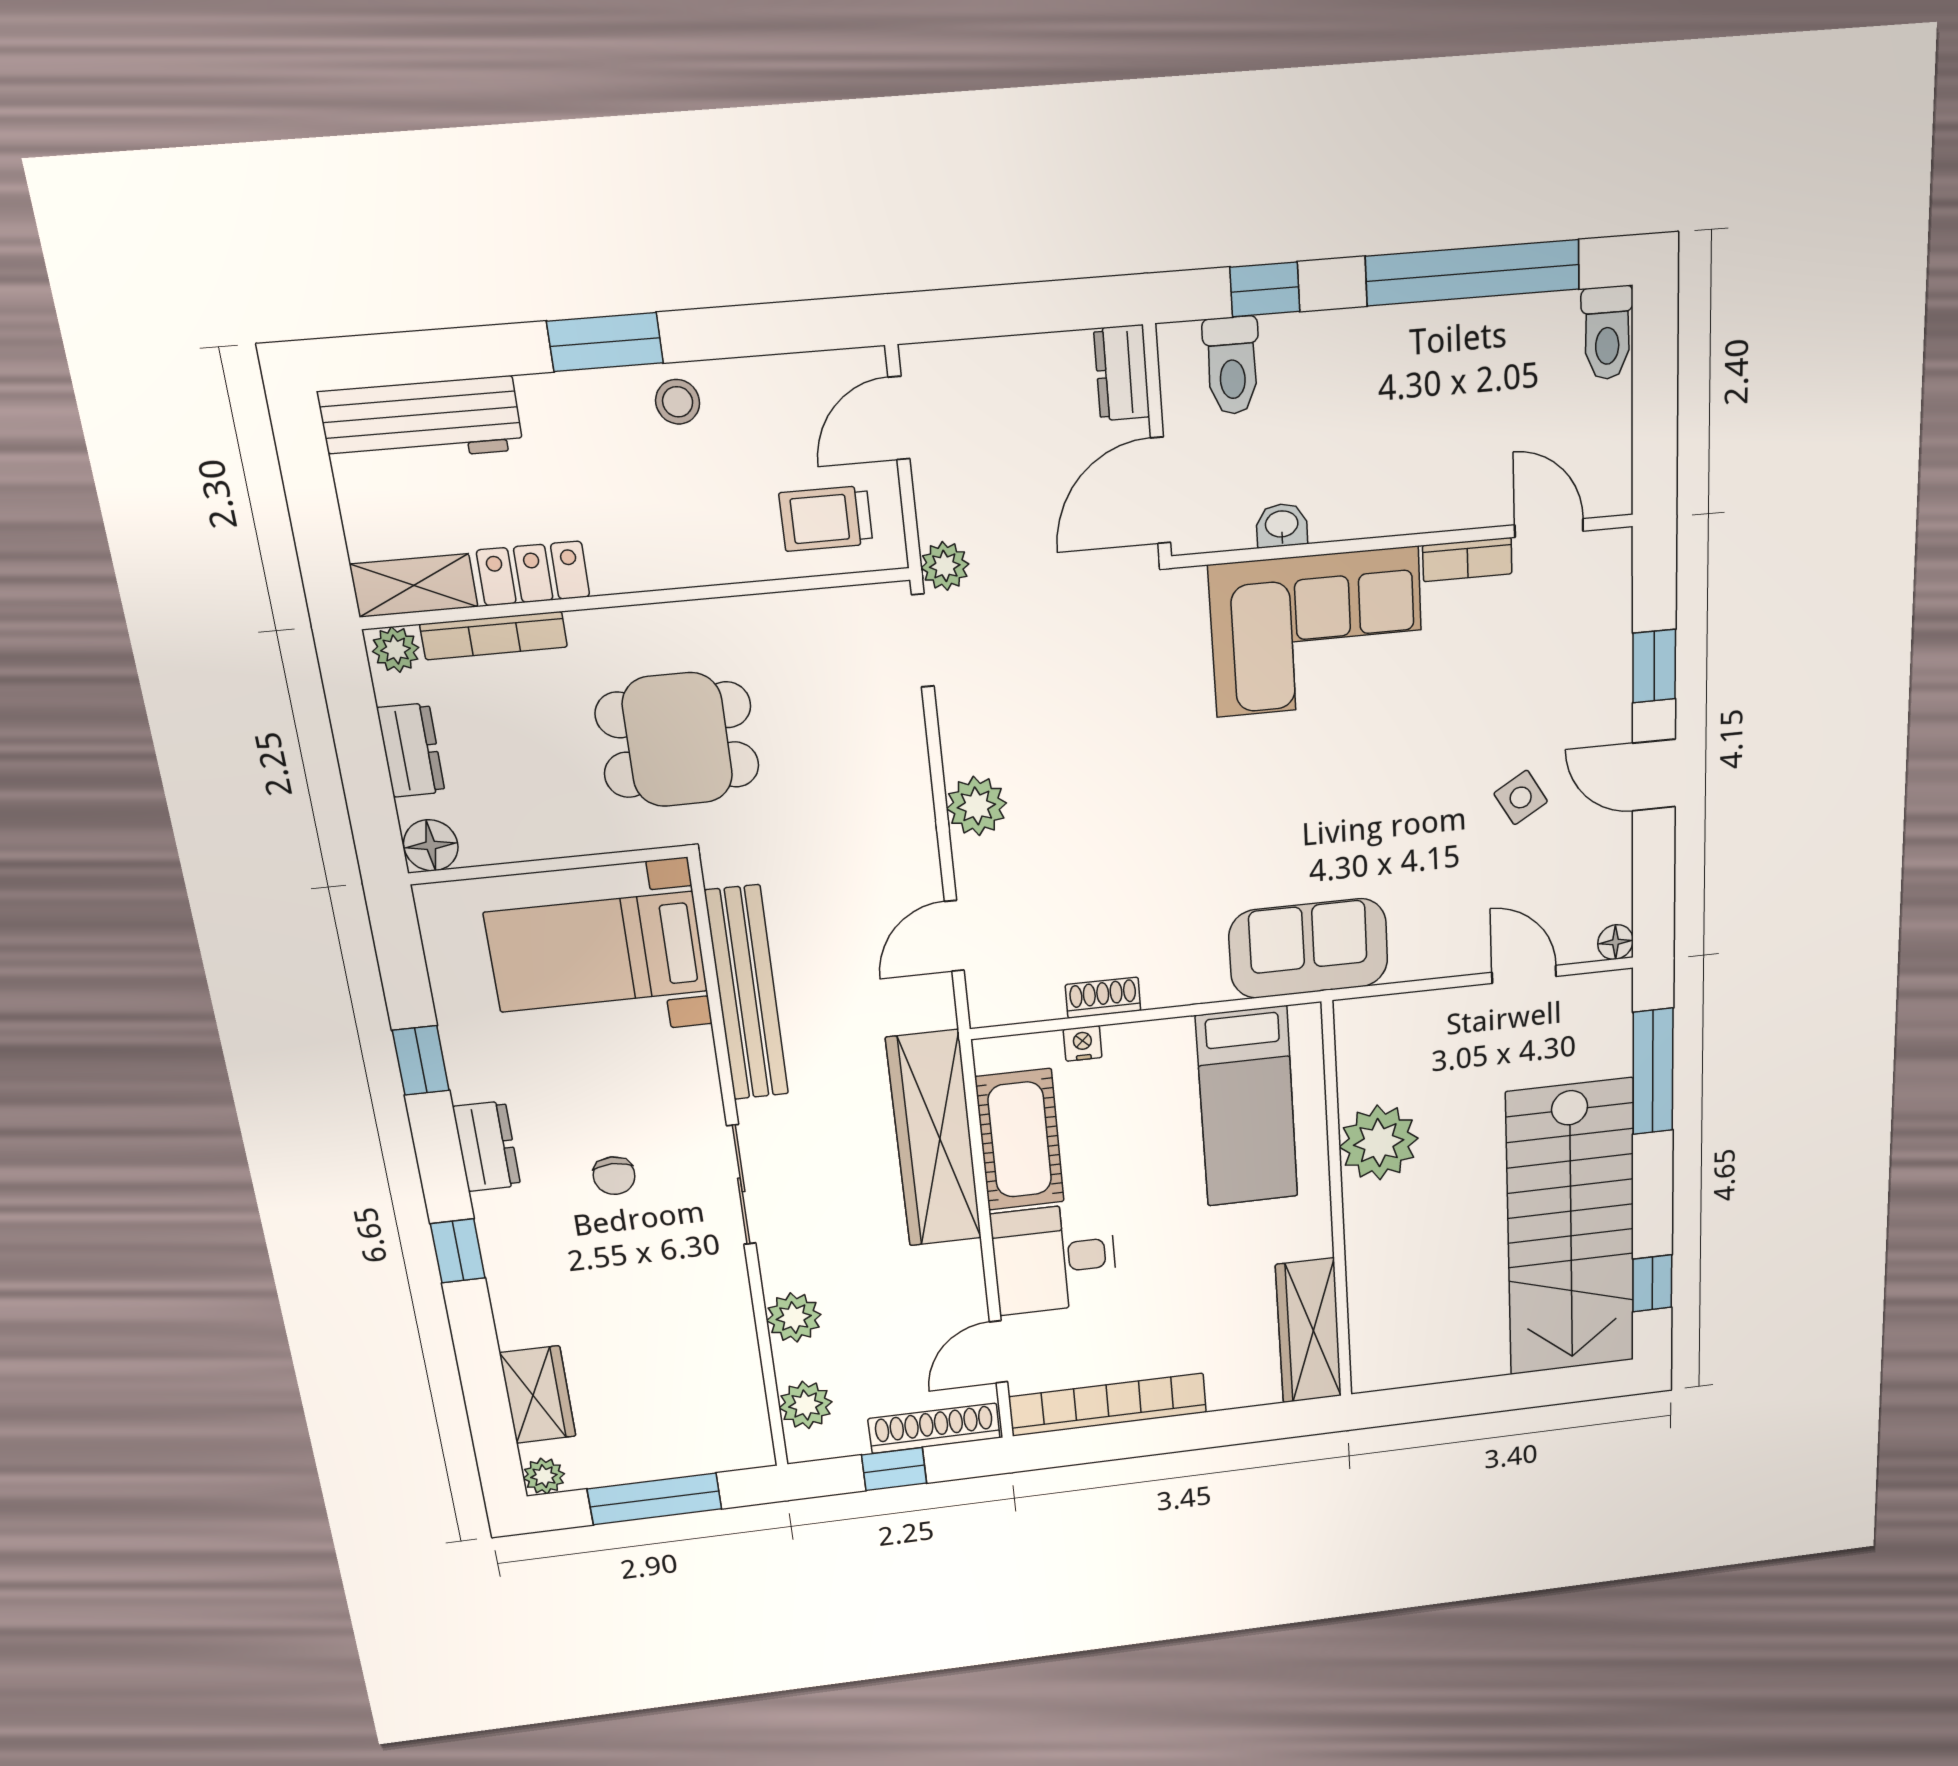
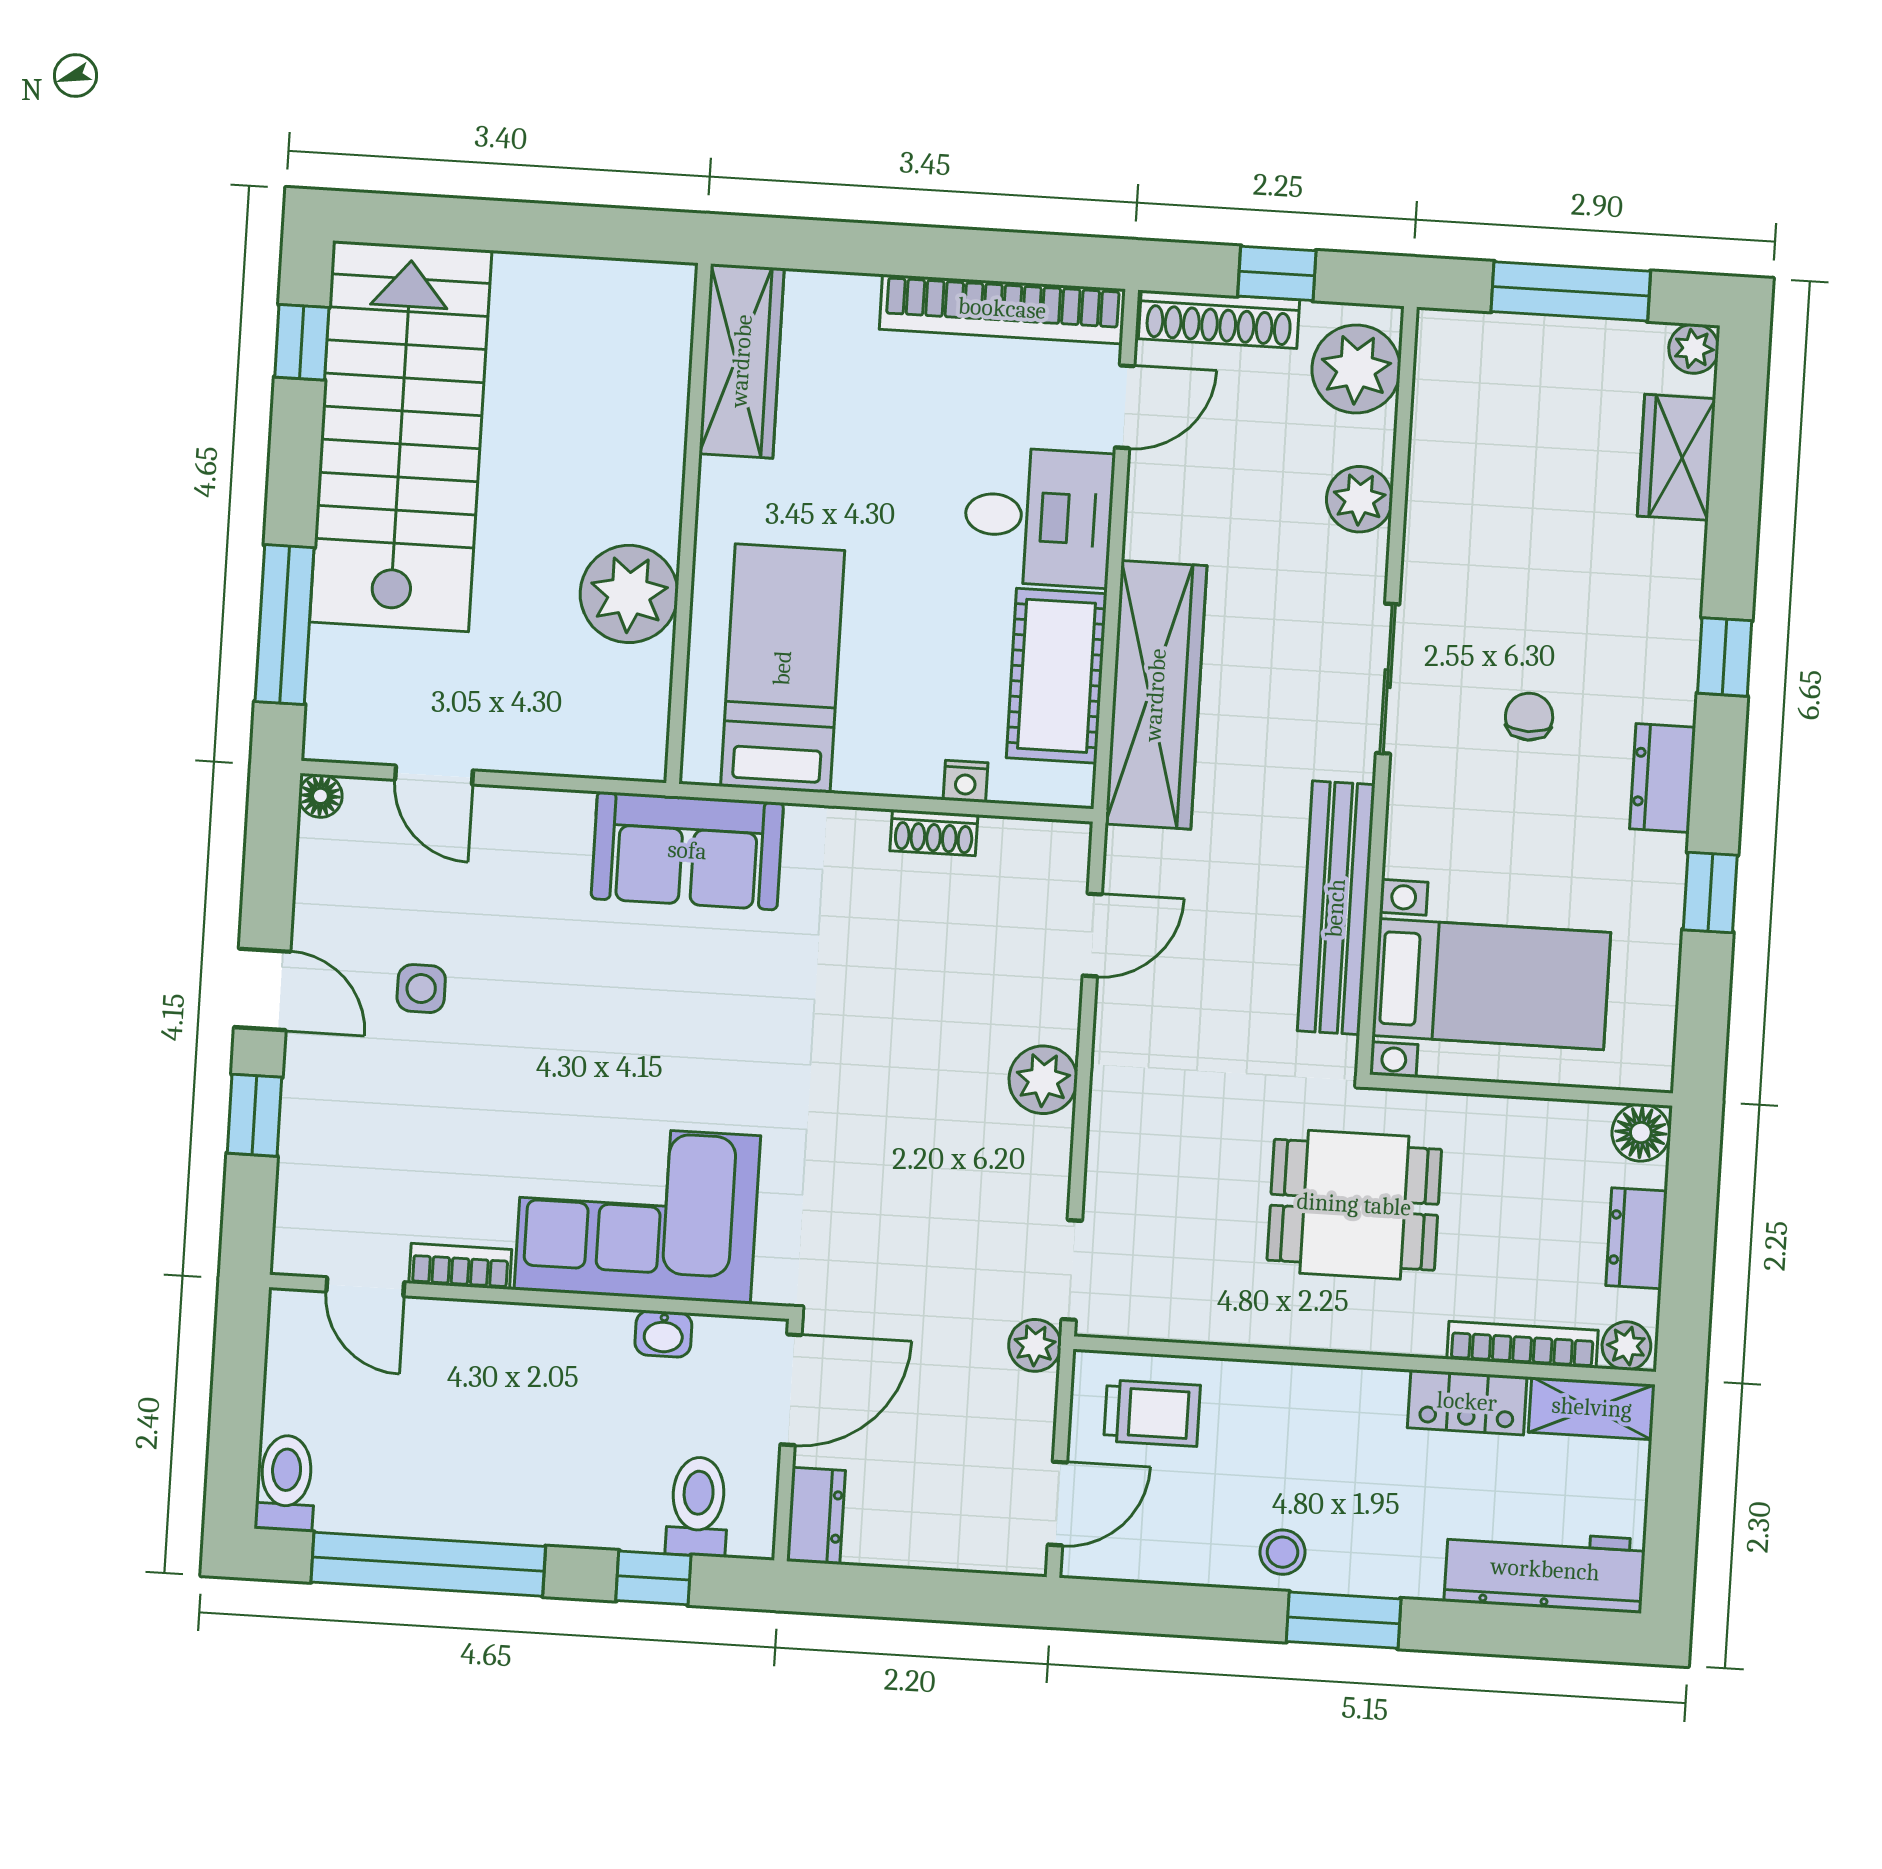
side table: (1521, 797) -> (421, 989), turned 31
plant: (806, 1405) -> (1356, 369), width x1.36, depth x1.36

